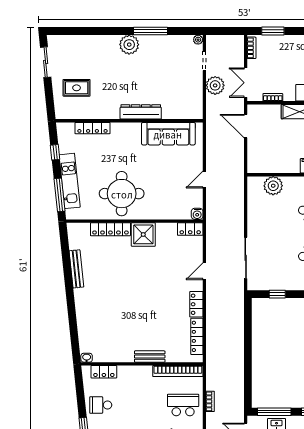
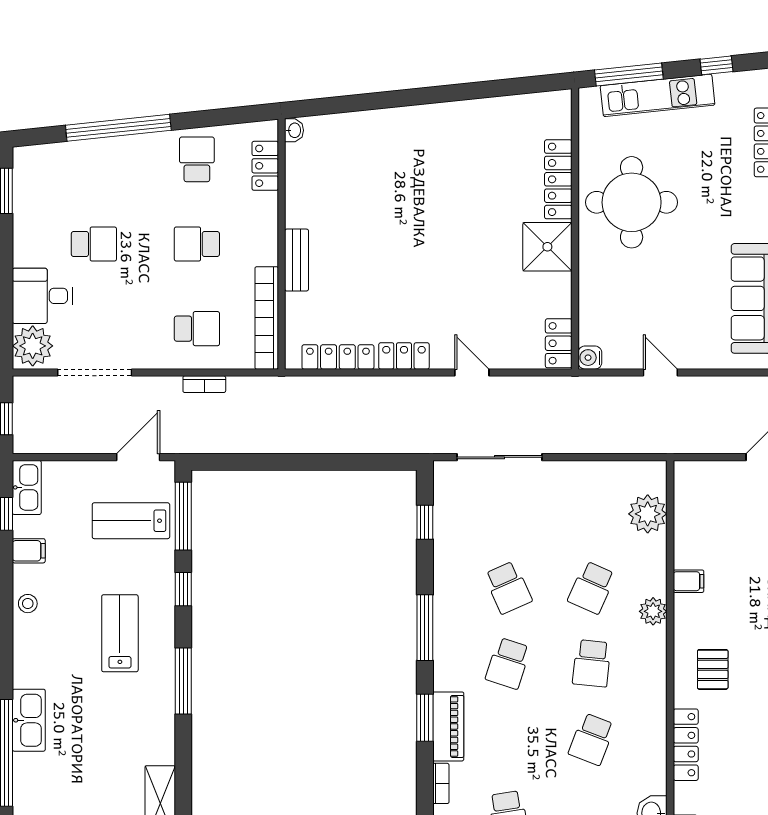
bench: (76, 269) -> (477, 109), removed
school desk: (142, 405) -> (197, 244), added
school desk: (183, 405) -> (197, 329), width x0.54

